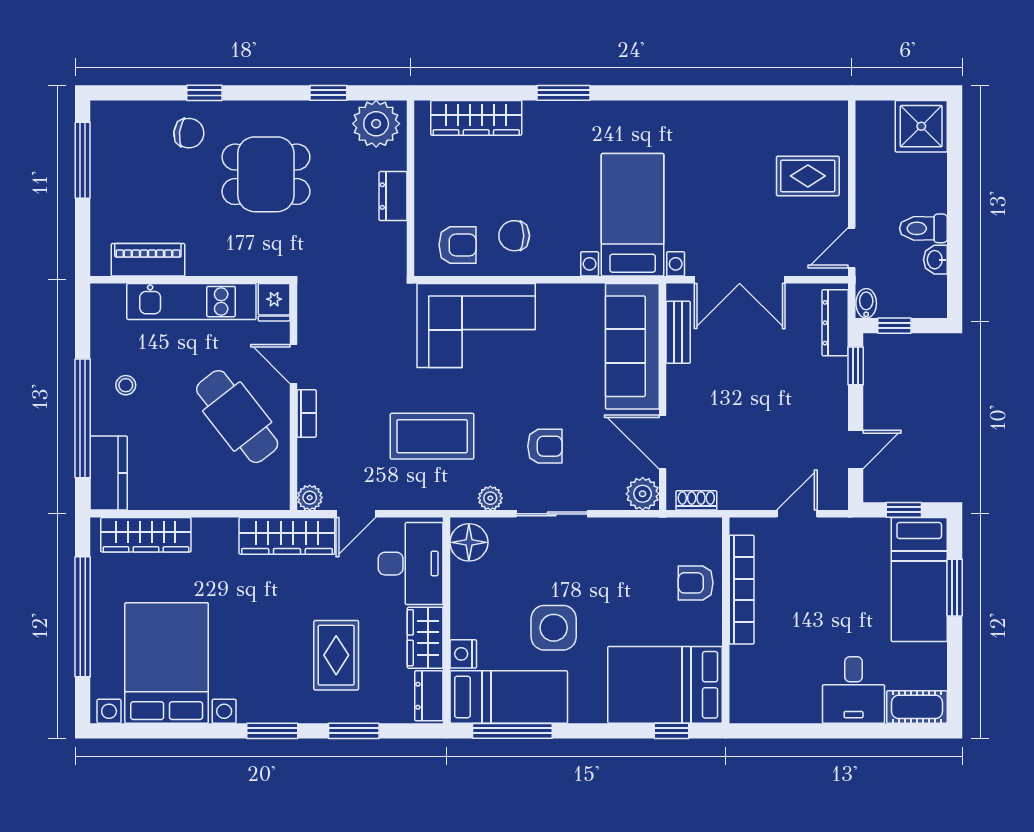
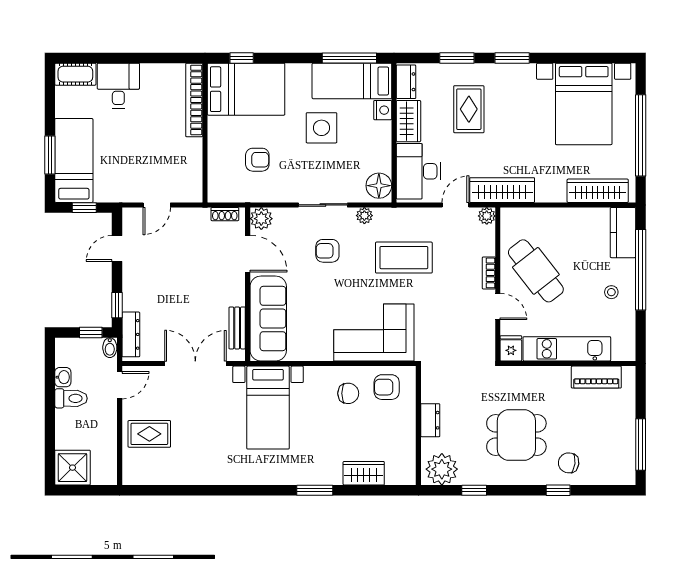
wardrobe: (476, 118) -> (364, 473), width x0.67
armchair: (696, 583) -> (257, 160), moved
bookcase: (742, 590) -> (194, 100), moved

